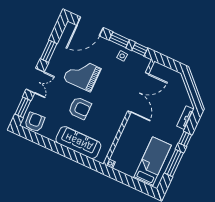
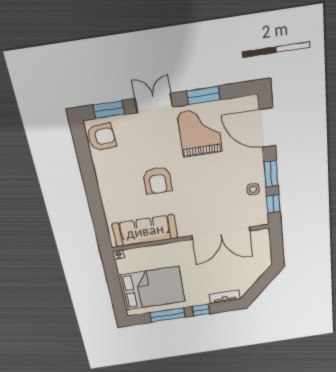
grand piano: (82, 74) -> (200, 132), moved
double door: (35, 81) -> (154, 103), swing flipped
sofa: (78, 143) -> (145, 231), moved, turned -90
bed: (152, 162) -> (152, 288), width x1.50

